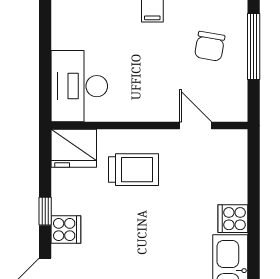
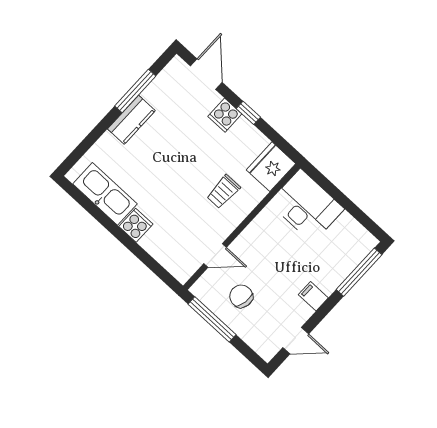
chair: (210, 46) -> (241, 296), moved
window: (254, 47) -> (212, 319), moved
trolley: (134, 170) -> (223, 192), width x0.73, depth x0.72

